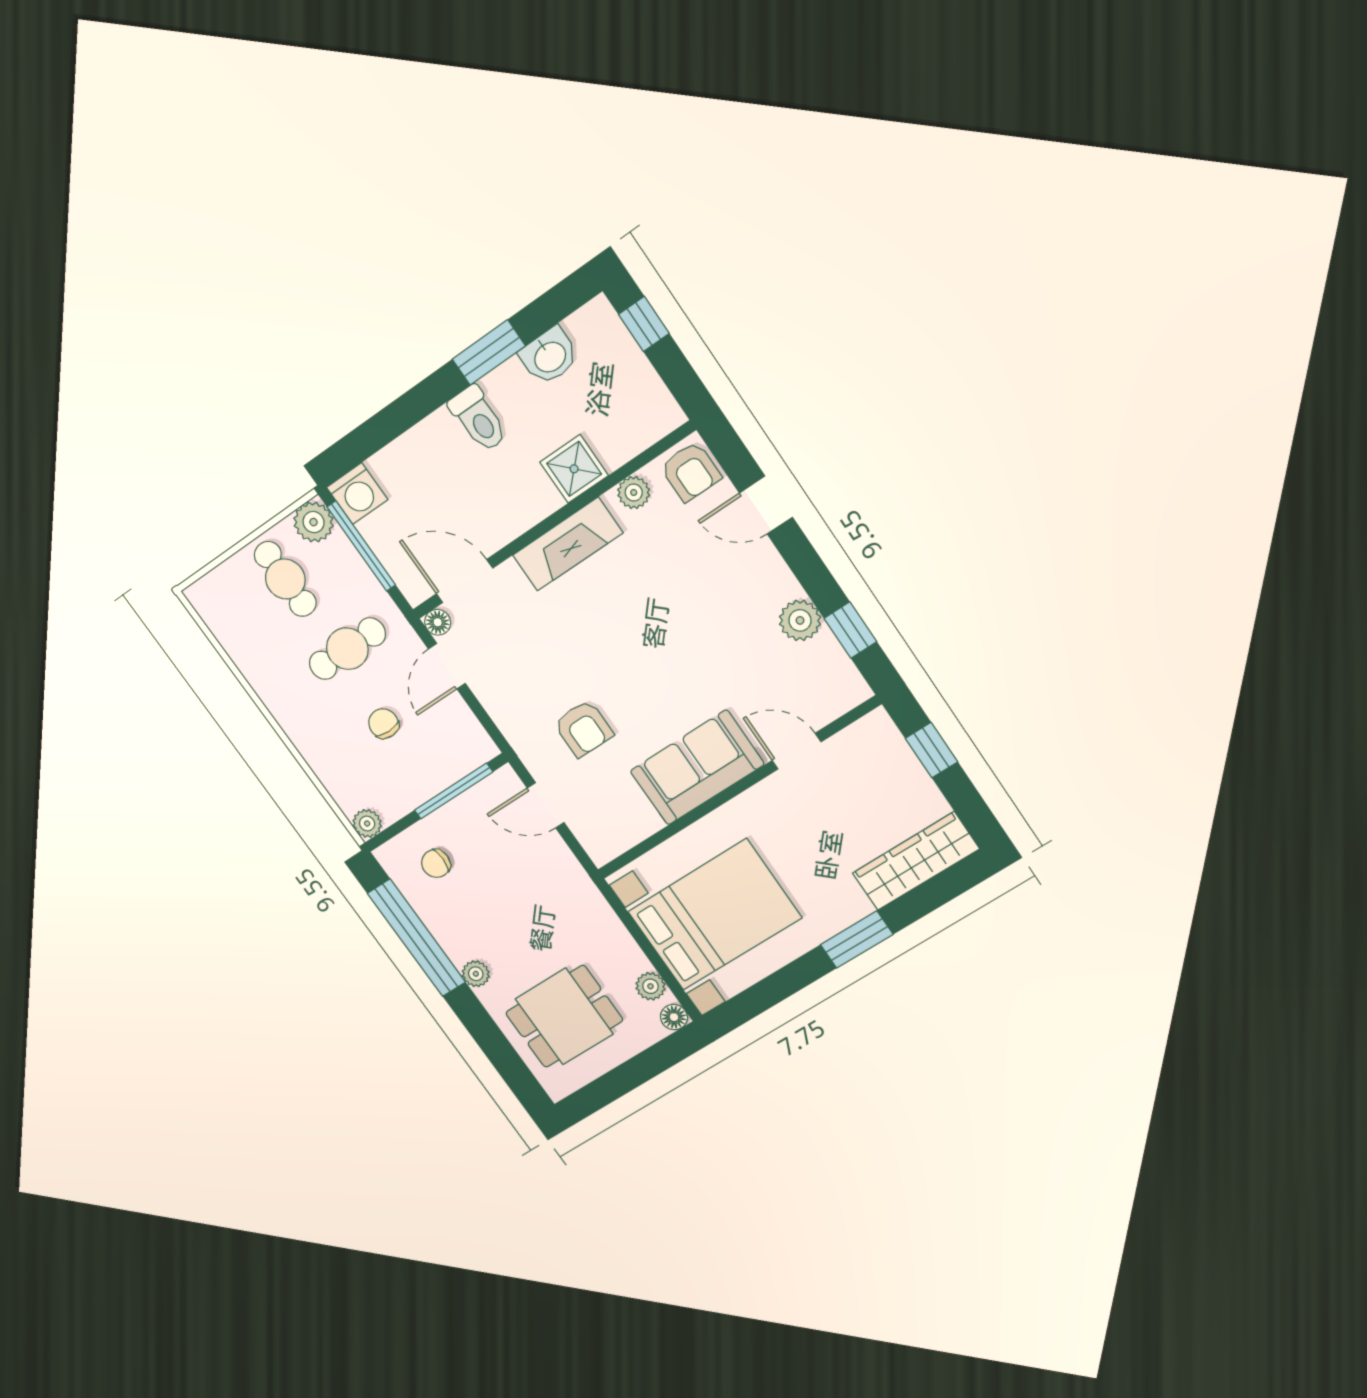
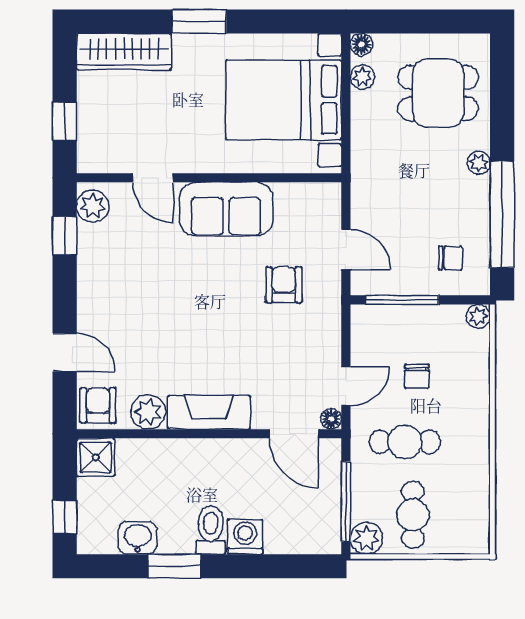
shower: (574, 469) -> (96, 457), moved
plant: (634, 493) -> (148, 412), width x1.38, depth x1.38
washing machine: (357, 494) -> (245, 537), moved
plant: (800, 620) -> (93, 206), moved

